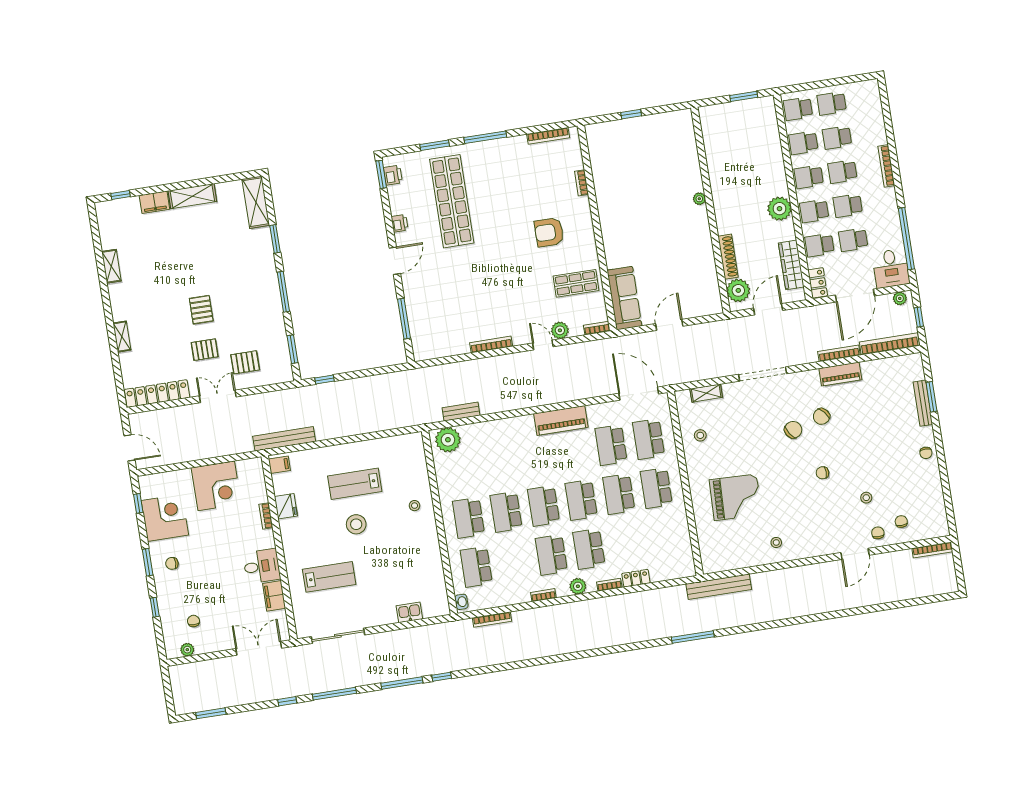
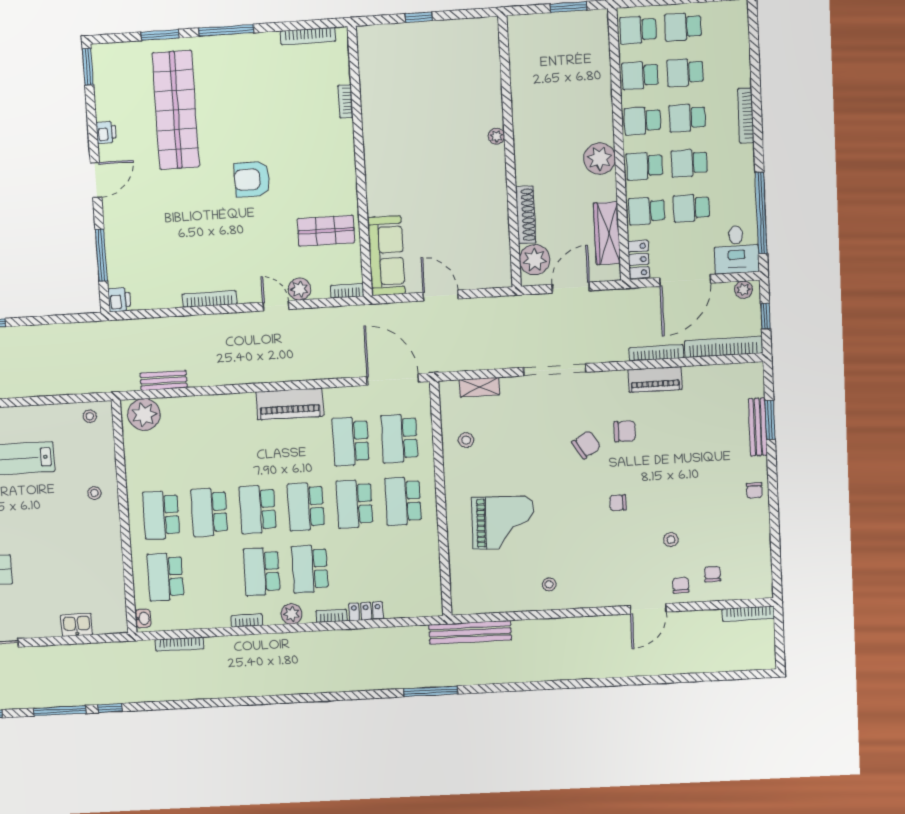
printer: (393, 175) -> (119, 300), moved
armchair: (549, 232) -> (252, 179), moved
door: (669, 325) -> (441, 296), hinge flipped
chair: (821, 416) -> (625, 431), turned -139
stool: (356, 524) -> (90, 416), moved, width x0.53, depth x0.53

